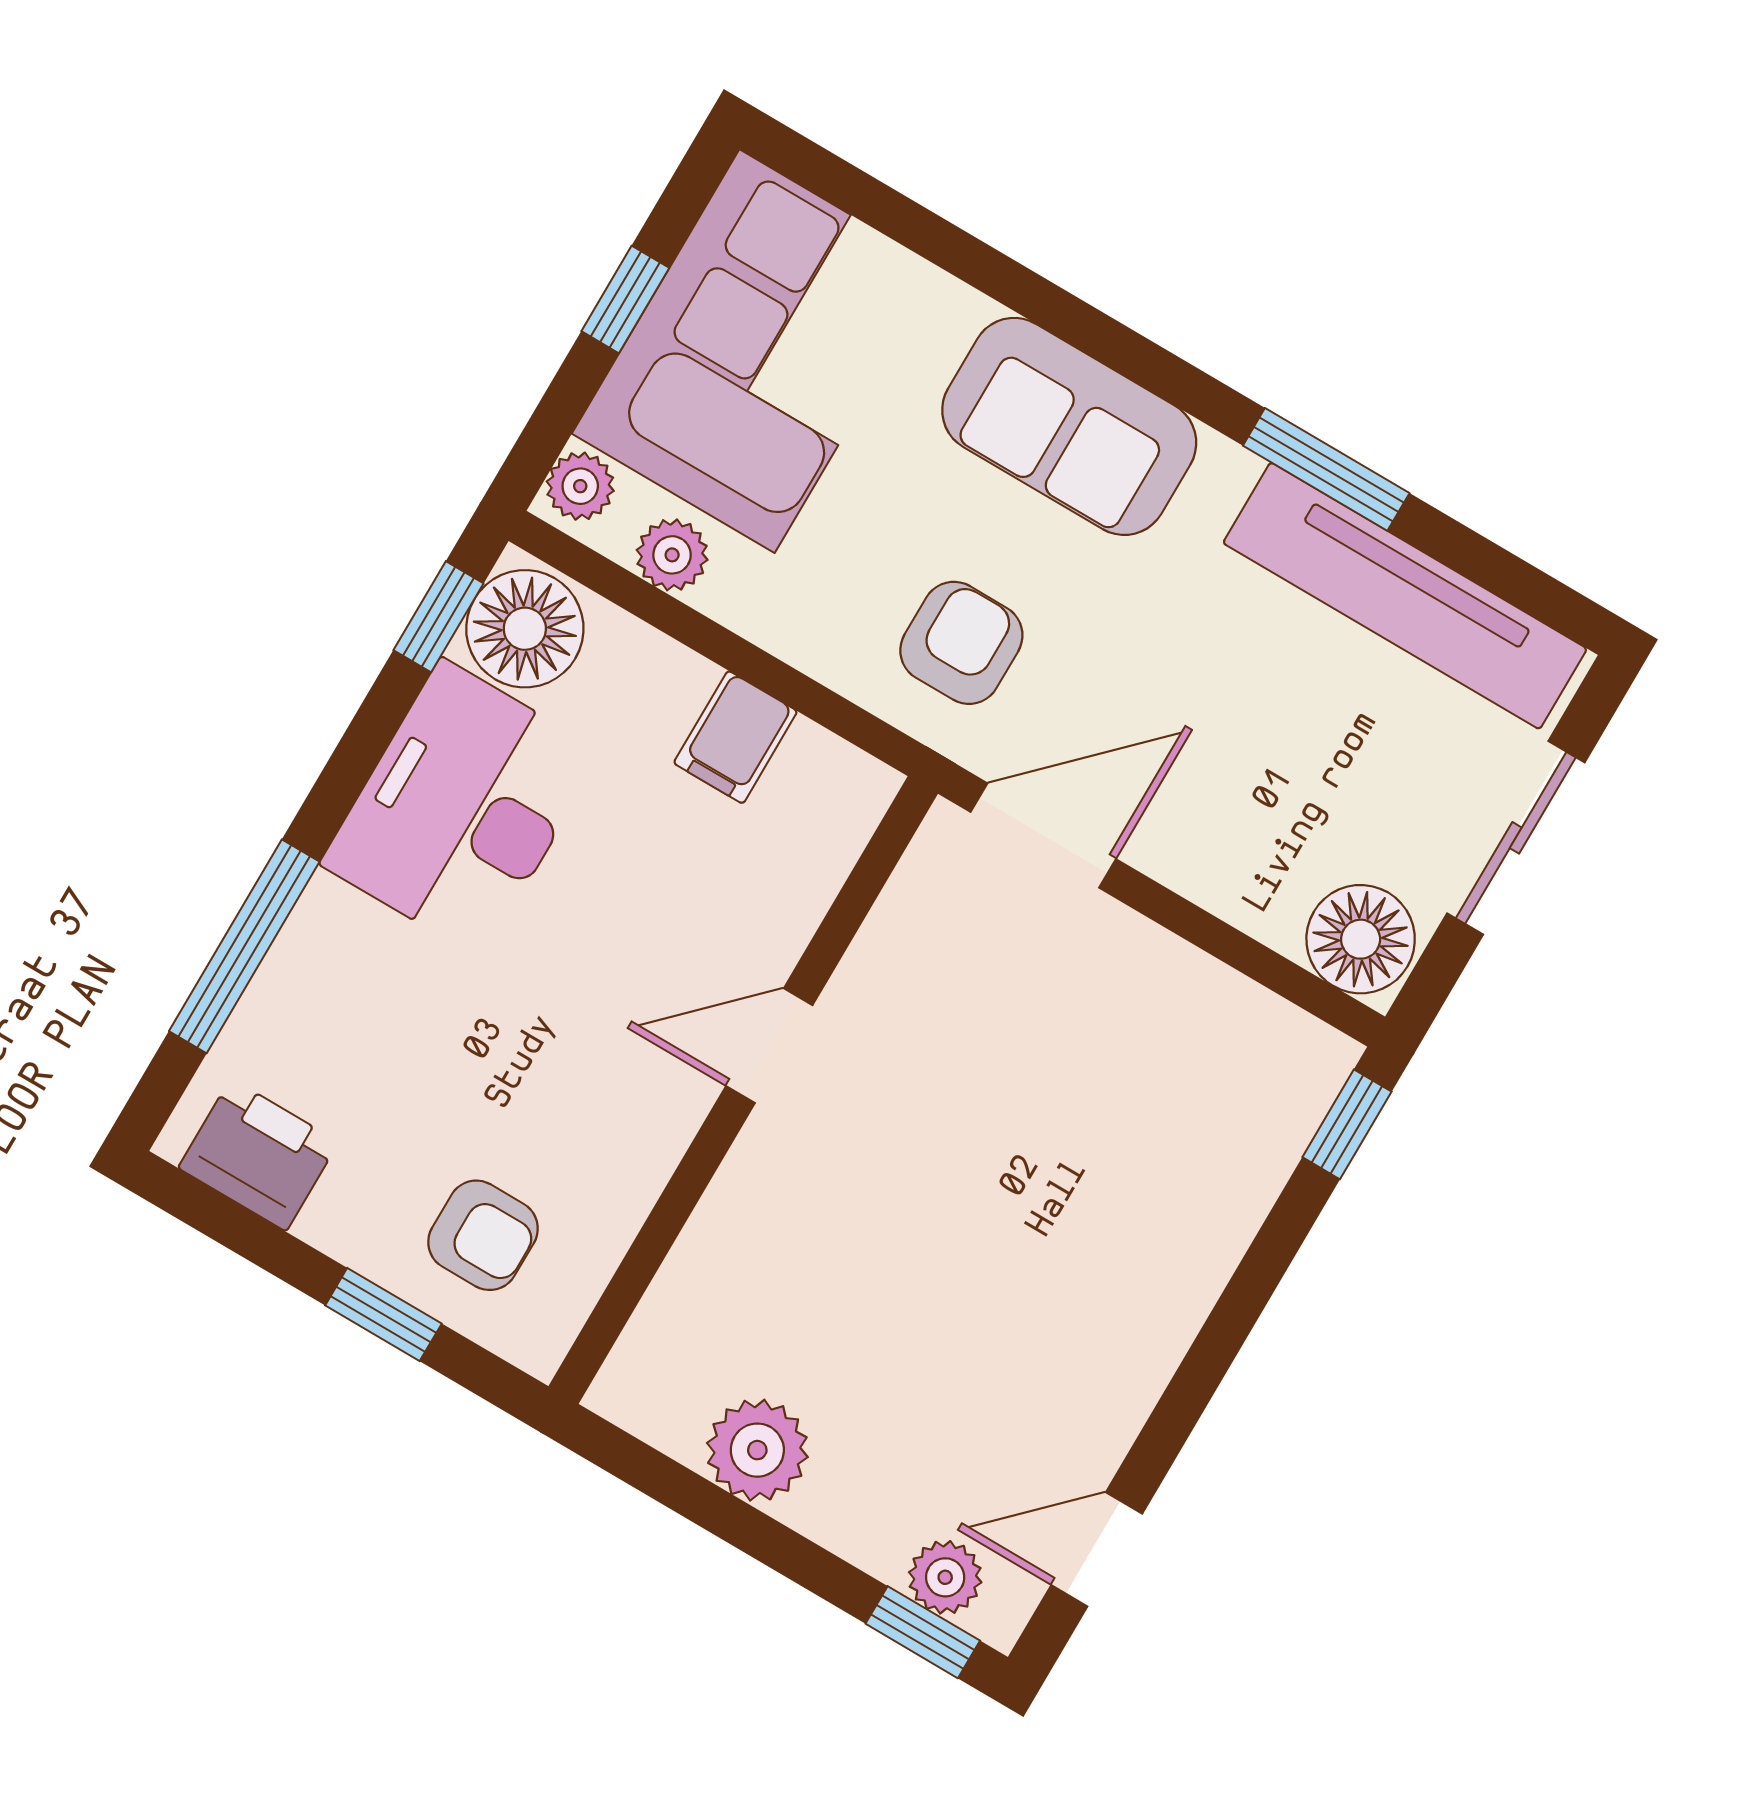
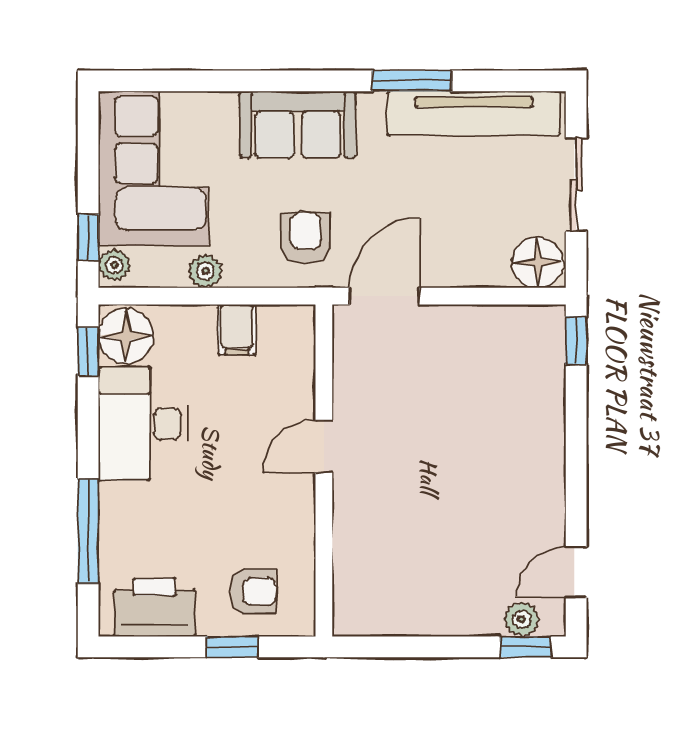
window: (625, 300) -> (88, 237), moved
plant: (672, 555) -> (205, 271), moved
printer: (258, 1155) -> (154, 607), width x1.37, depth x1.19
plant: (757, 1450) -> (415, 613), removed

